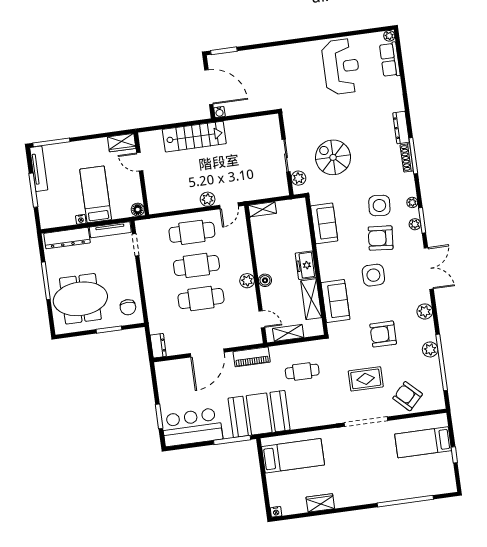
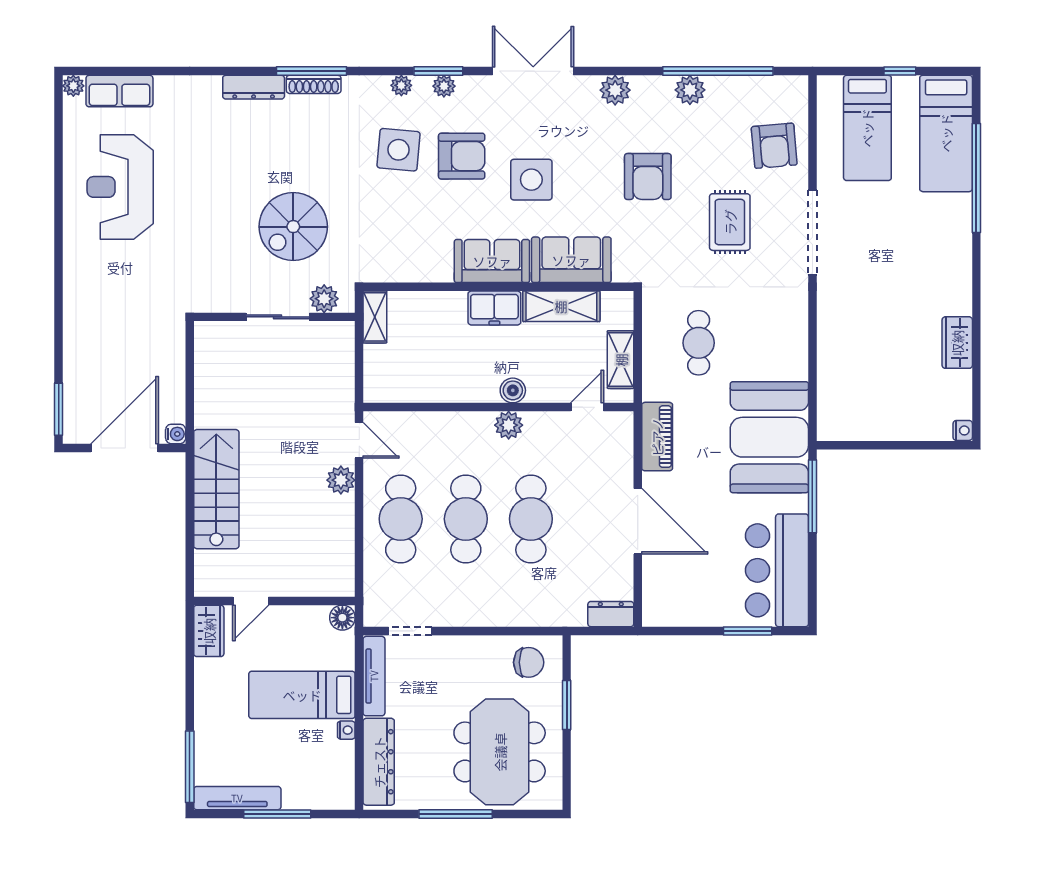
reception desk: (341, 67) -> (120, 187), turned -90
shelving: (262, 209) -> (375, 317), moved
sofa: (324, 223) -> (492, 261), moved
armchair: (381, 238) -> (462, 156), turned -95
armchair: (408, 396) -> (774, 146), turned -49
bed: (293, 456) -> (946, 133), moved, turned 180

